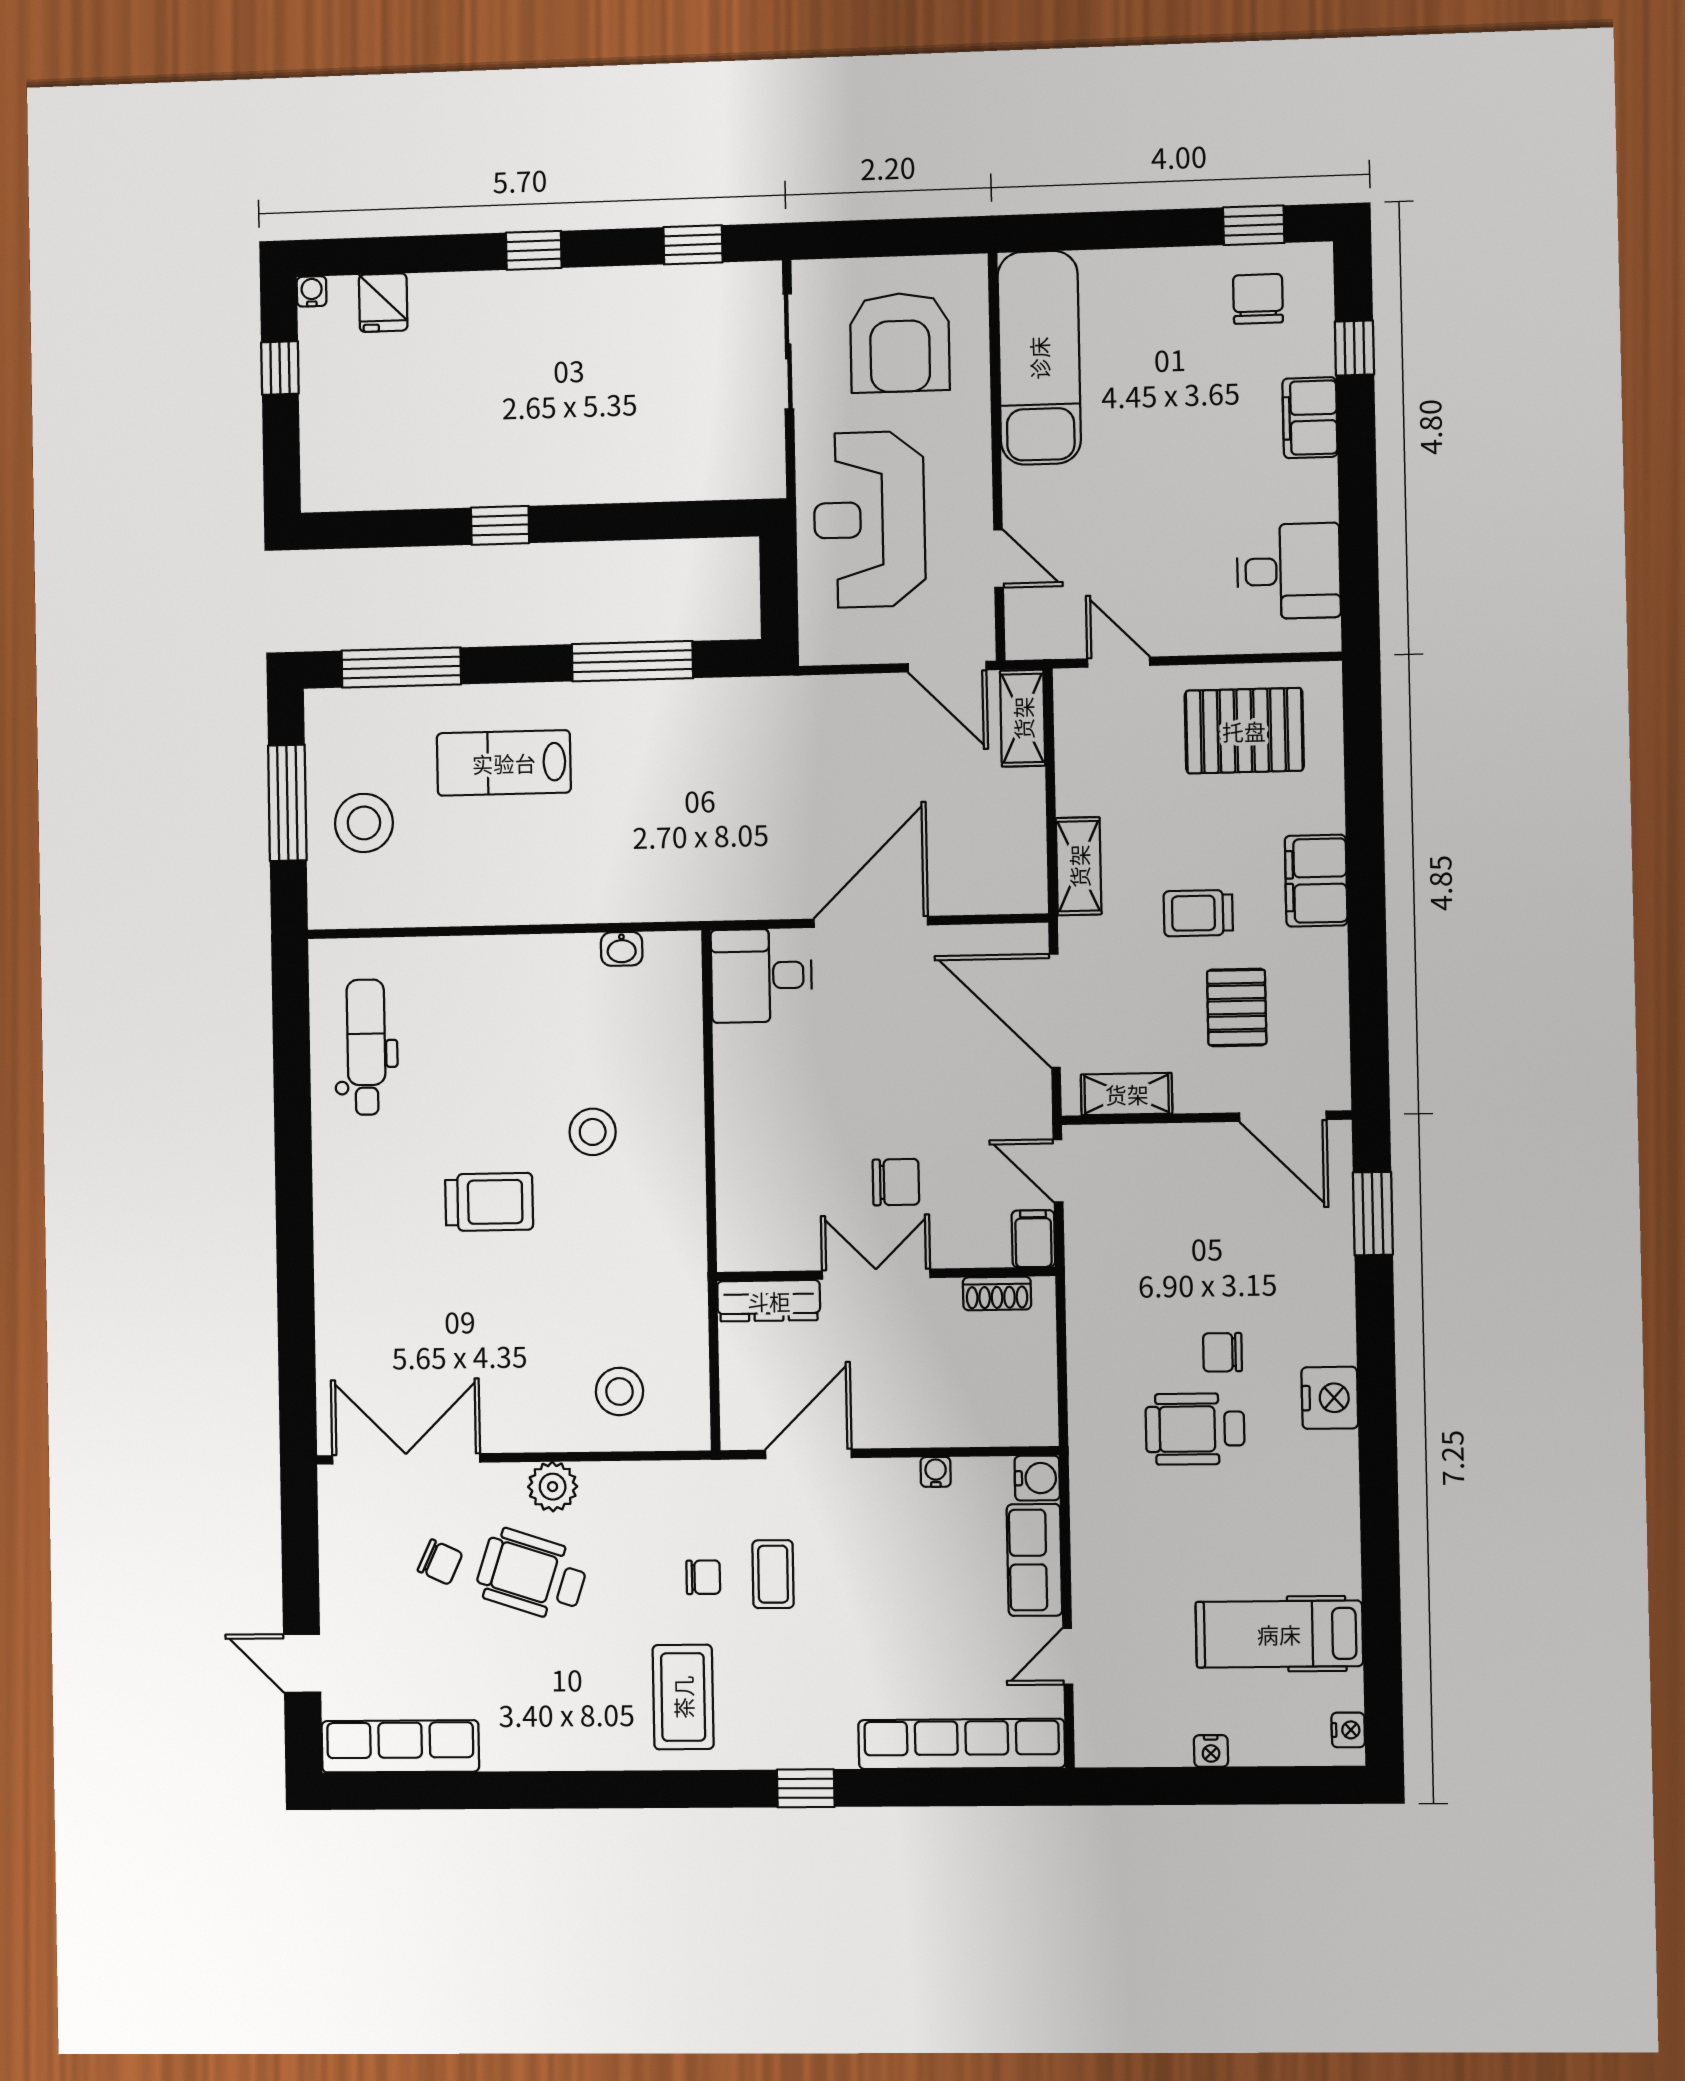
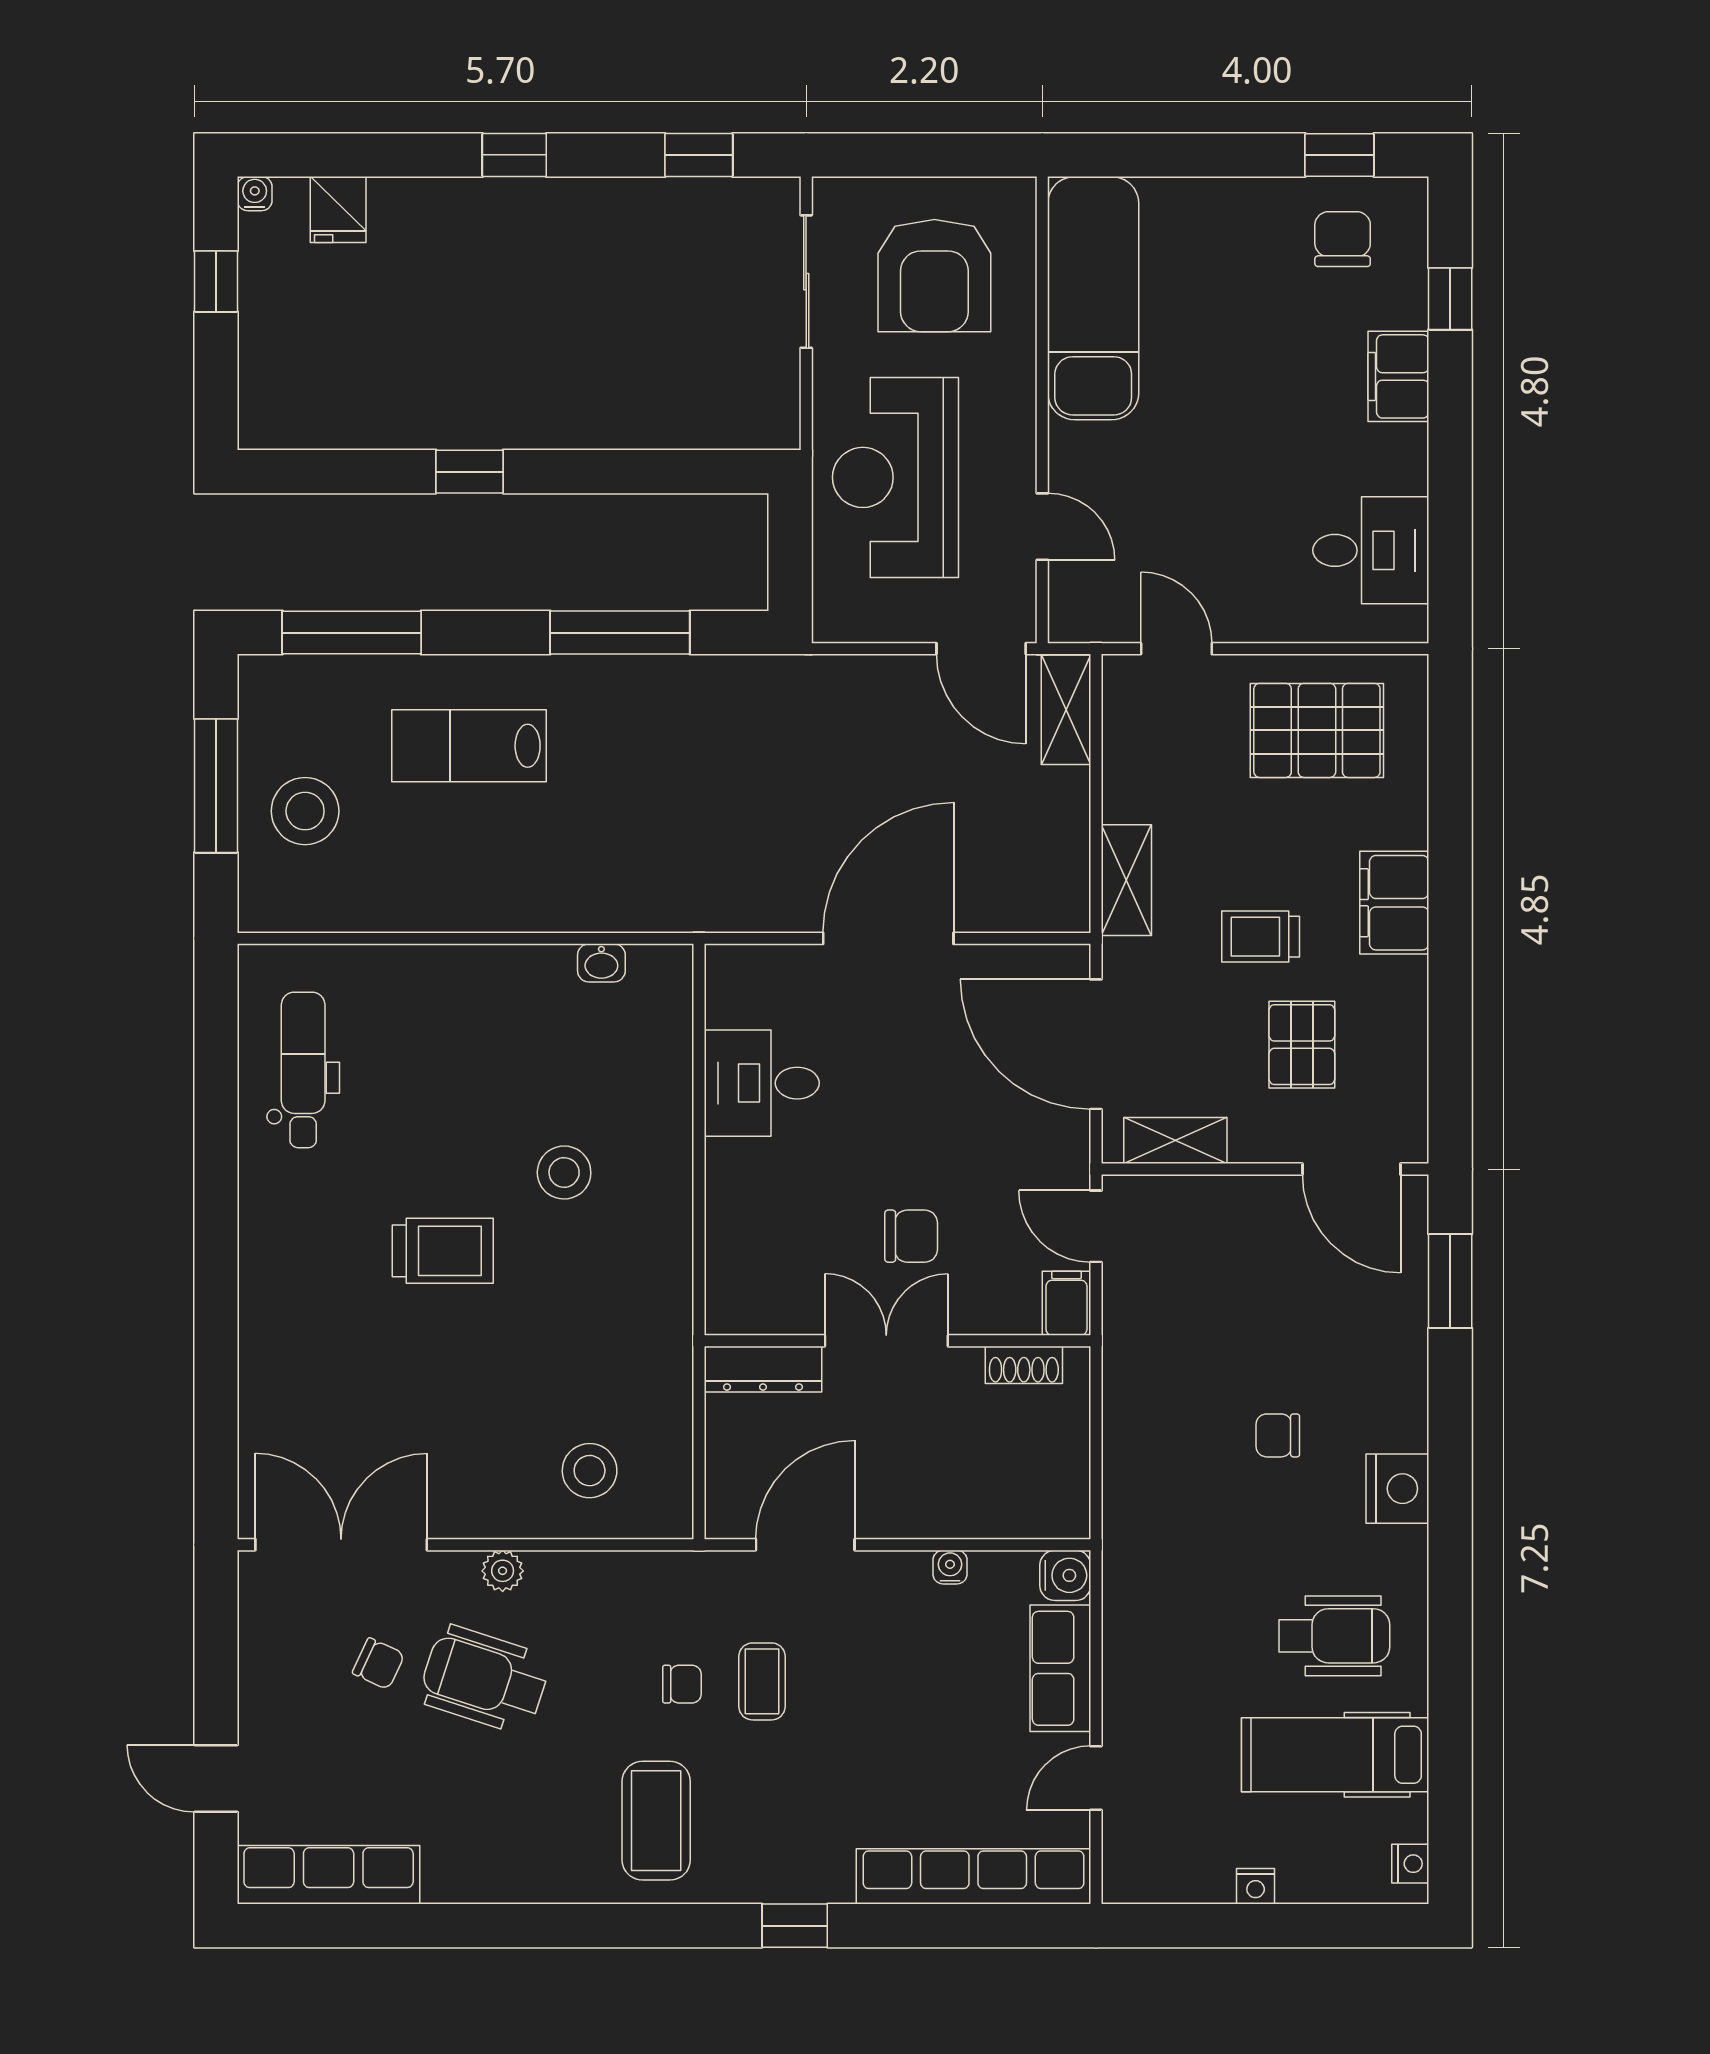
desk: (761, 975) -> (762, 1083), moved
wheelchair: (1195, 1429) -> (1334, 1636), moved, turned 180
plant: (553, 1487) -> (503, 1571), width x0.73, depth x0.73

